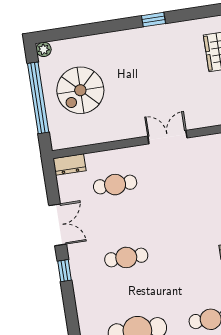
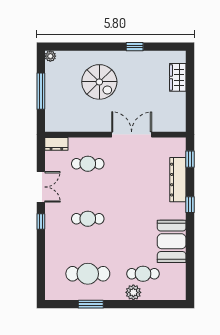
spiral stairs: (80, 90) -> (99, 82), moved, turned -90
window: (38, 98) -> (41, 91), width x0.68
double door: (167, 137) -> (132, 135), width x1.37

